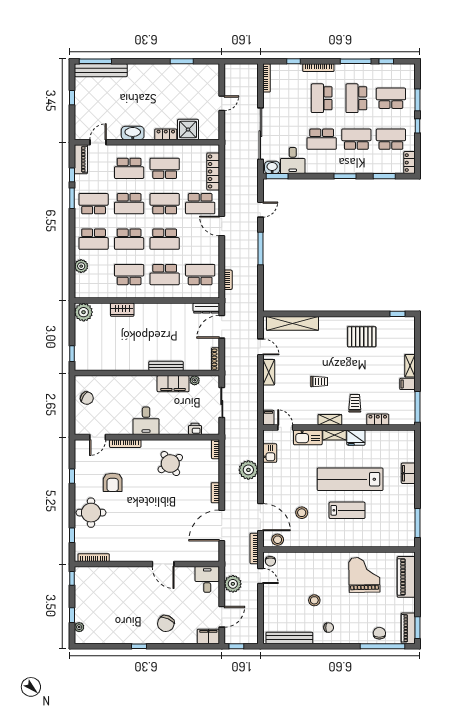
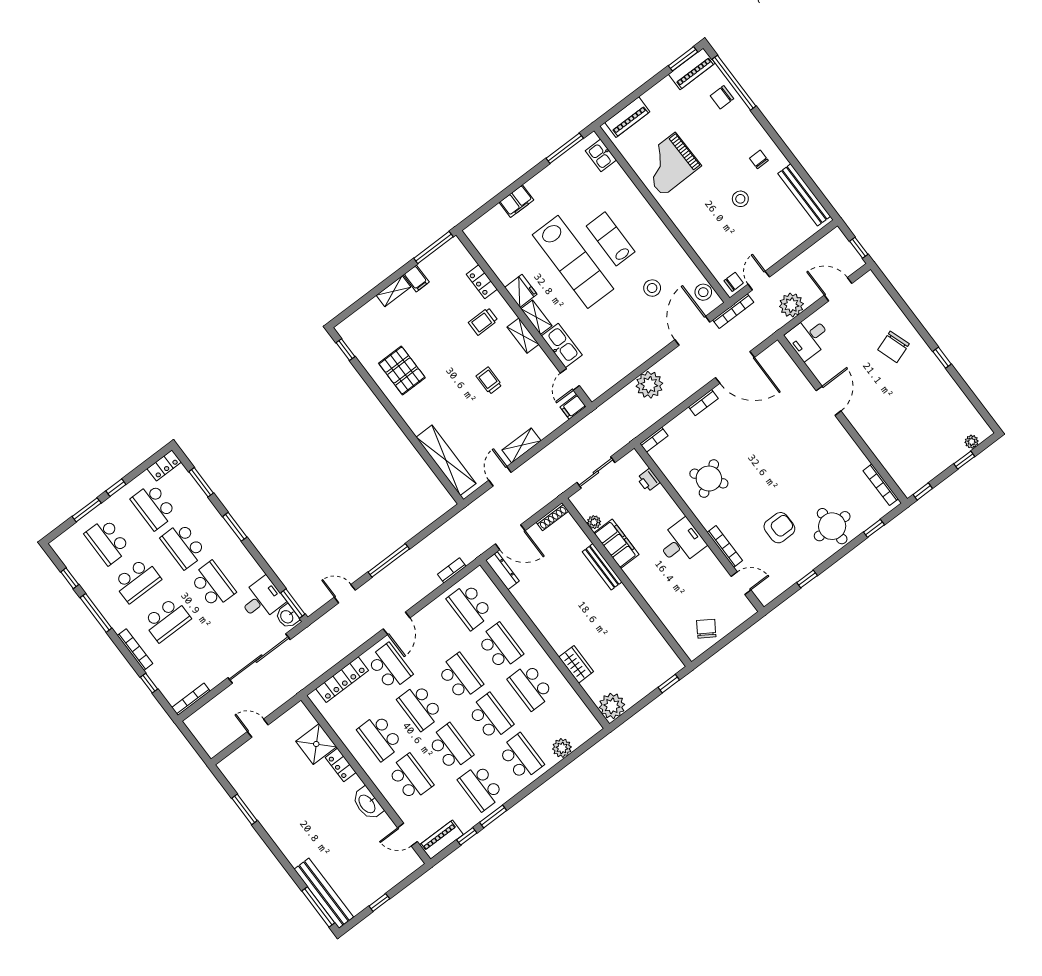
kitchen sink: (270, 453) -> (601, 155), moved, turned -90
piano: (406, 577) -> (627, 117), width x0.73, depth x0.75
chair: (166, 624) -> (893, 347), turned 136
filing cabinet: (208, 636) -> (872, 288), removed

